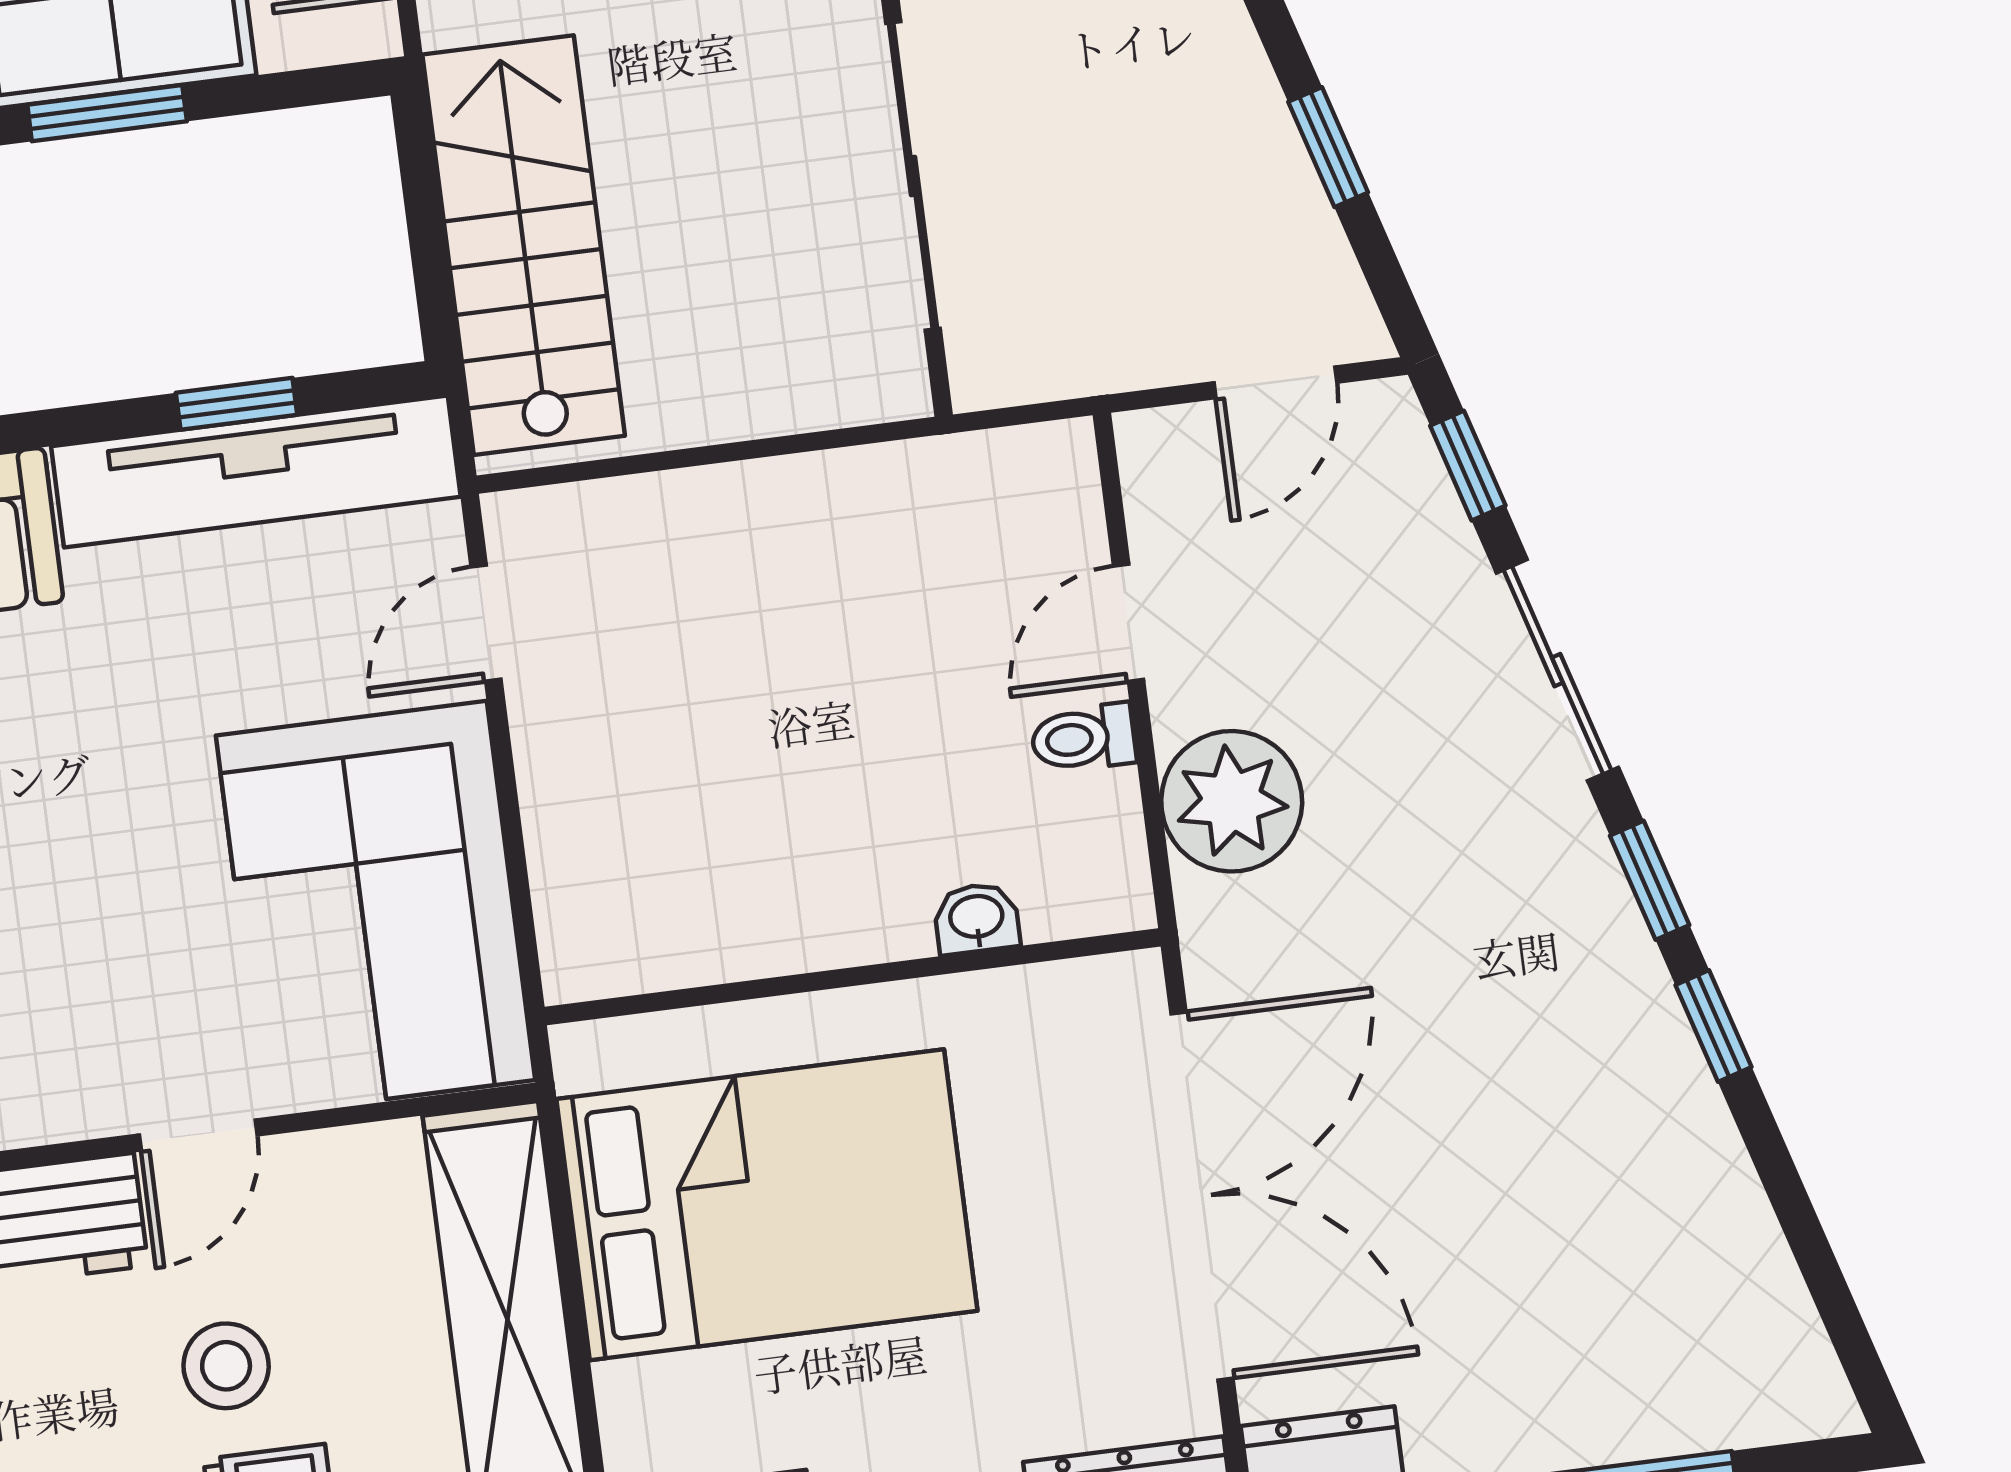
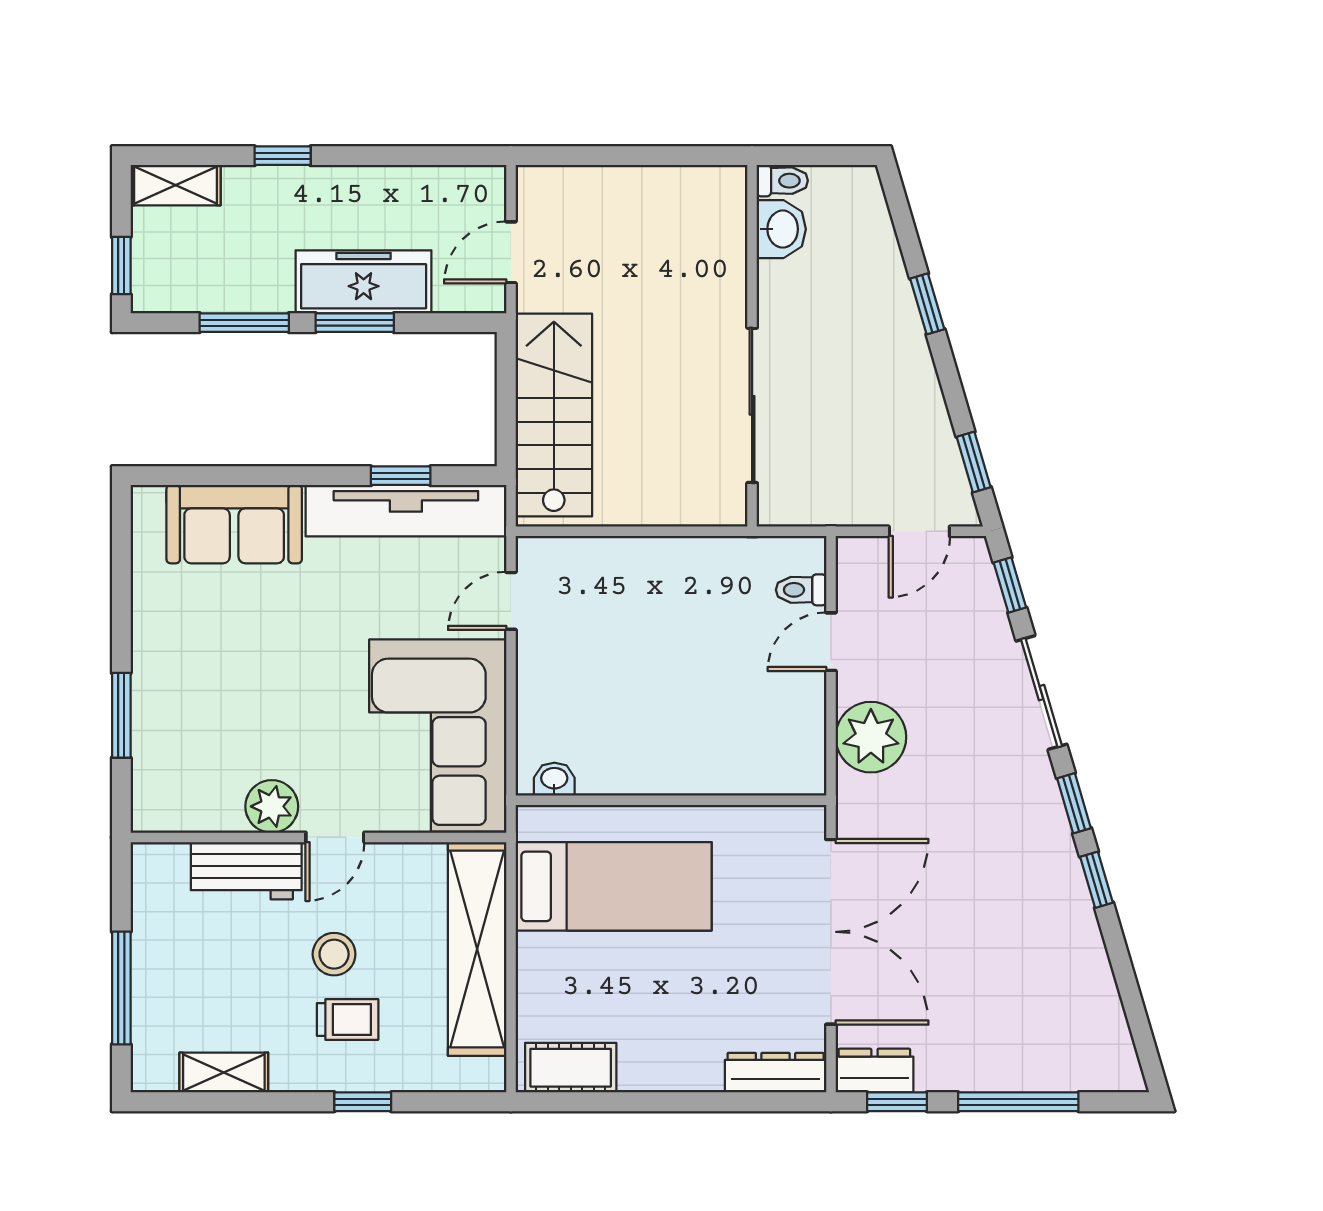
window: (1328, 147) -> (974, 462), moved
toilet: (1083, 738) -> (801, 590), moved
washbasin: (977, 918) -> (554, 779), moved
plant: (66, 1090) -> (272, 806), added
bed: (767, 1205) -> (614, 886), width x0.67

